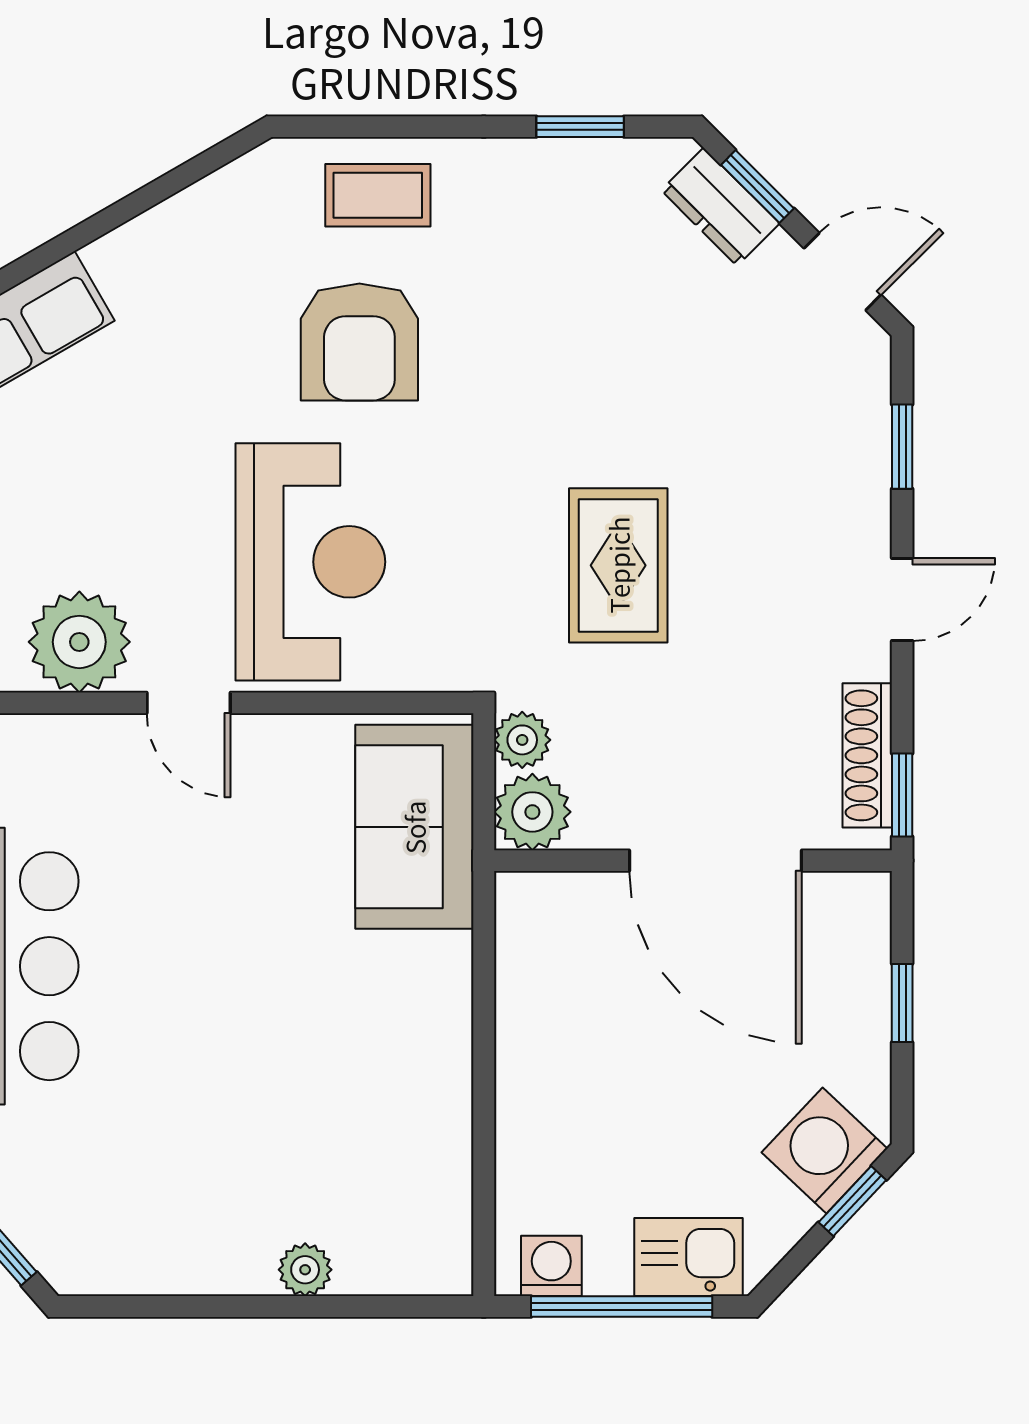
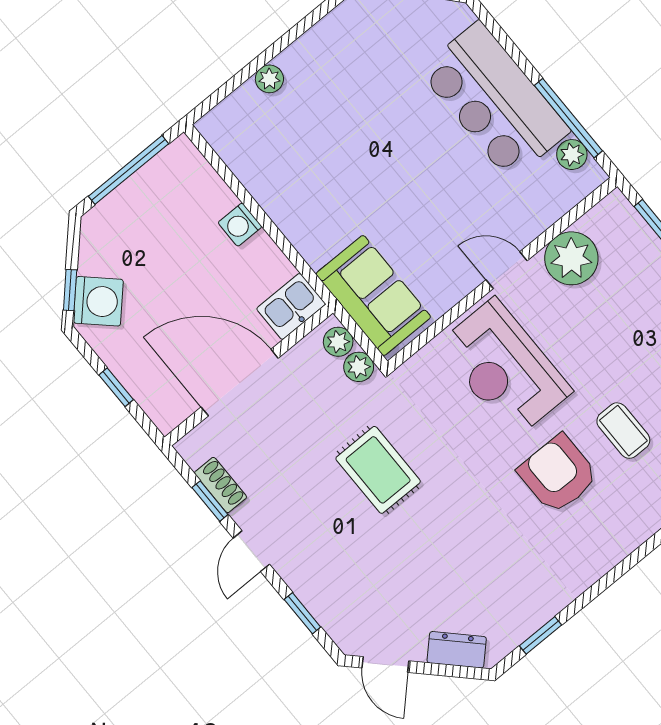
window: (758, 187) -> (448, 670), removed
coffee table: (378, 195) -> (623, 431), moved, turned 90
door: (843, 272) -> (385, 664), hinge flipped
shoe rack: (867, 755) -> (221, 485), width x0.70
window: (902, 795) -> (210, 501), moved
plant: (532, 812) -> (338, 342), width x0.73, depth x0.73
kitchen sink: (689, 1257) -> (291, 306), moved, turned 180
washing machine: (551, 1266) -> (240, 225), moved, turned 90

